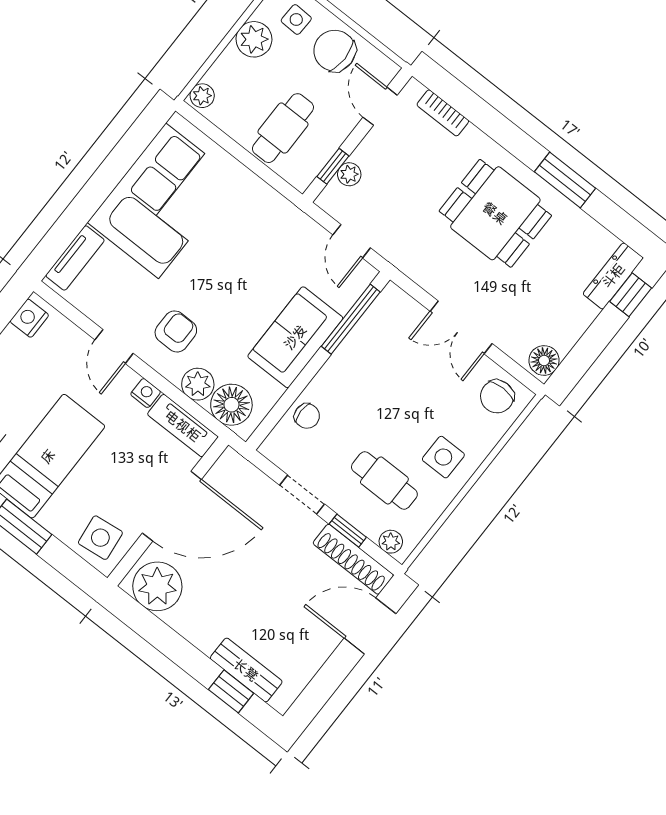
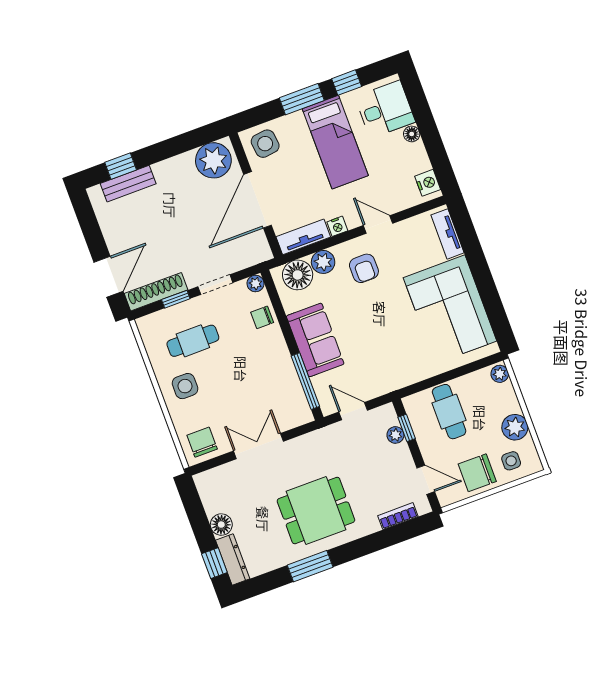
chair: (335, 51) -> (477, 473), turned 180
floor lamp: (544, 360) -> (221, 525), moved
plant: (391, 542) -> (255, 283), moved

